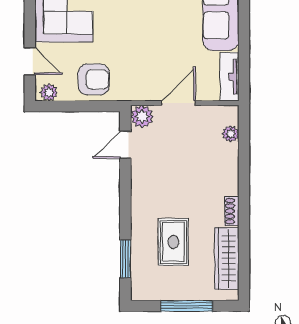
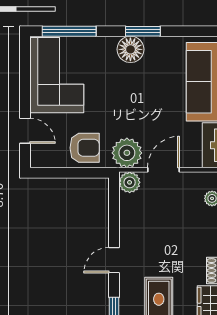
plant: (49, 92) -> (127, 153), moved, width x1.87, depth x1.87
door: (125, 145) -> (114, 260), moved

